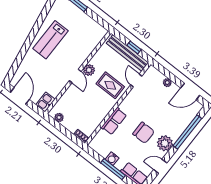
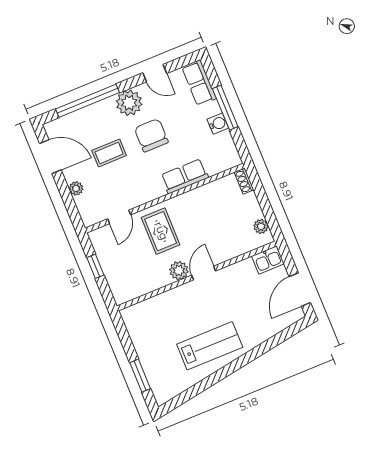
bench: (127, 53) -> (109, 264), removed
coffee table: (160, 111) -> (109, 153), added

